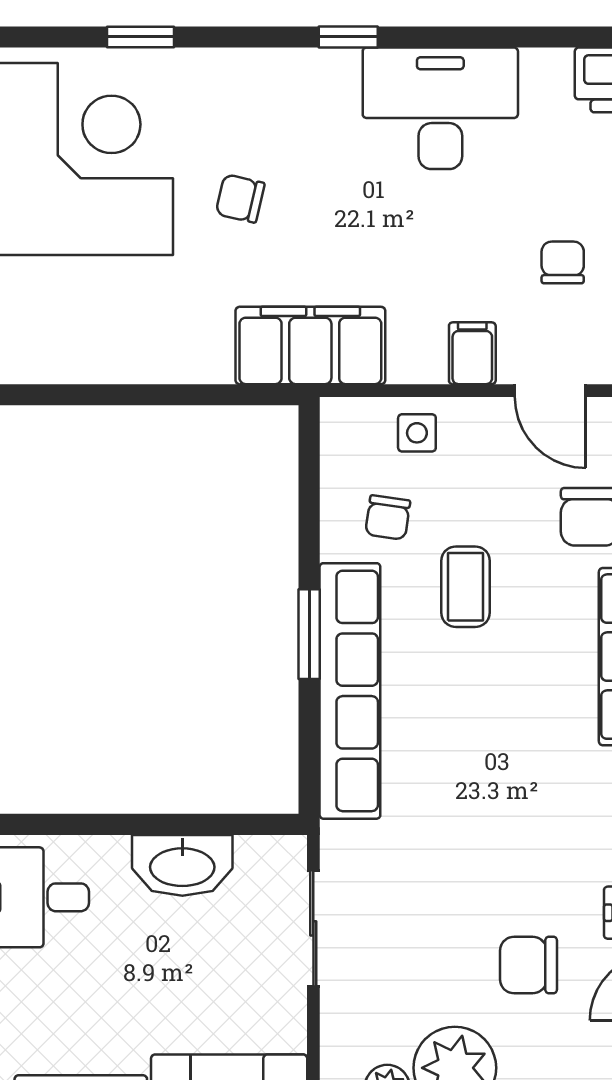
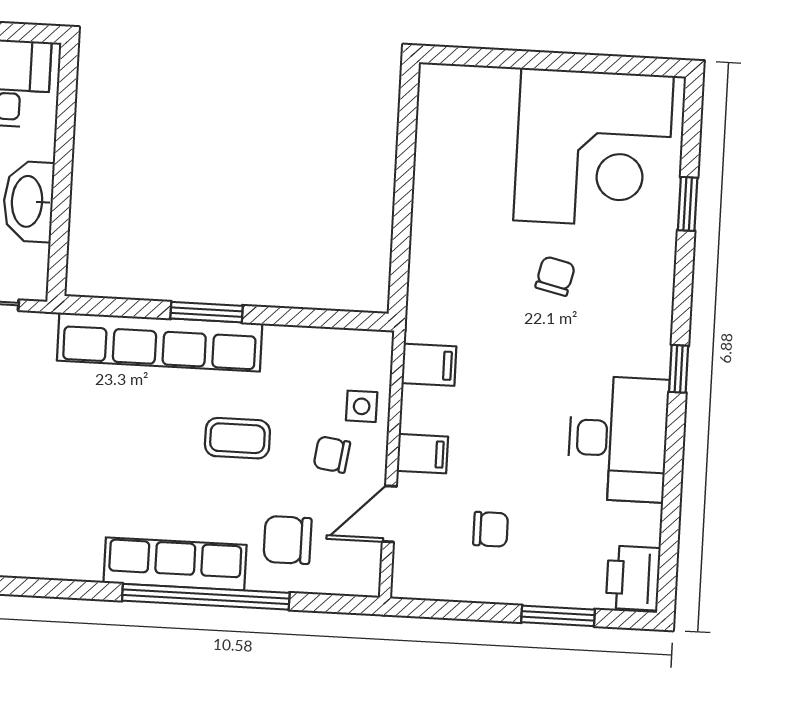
filing cabinet: (310, 345) -> (429, 365), width x0.33, depth x0.86
chair: (388, 517) -> (332, 454), moved

